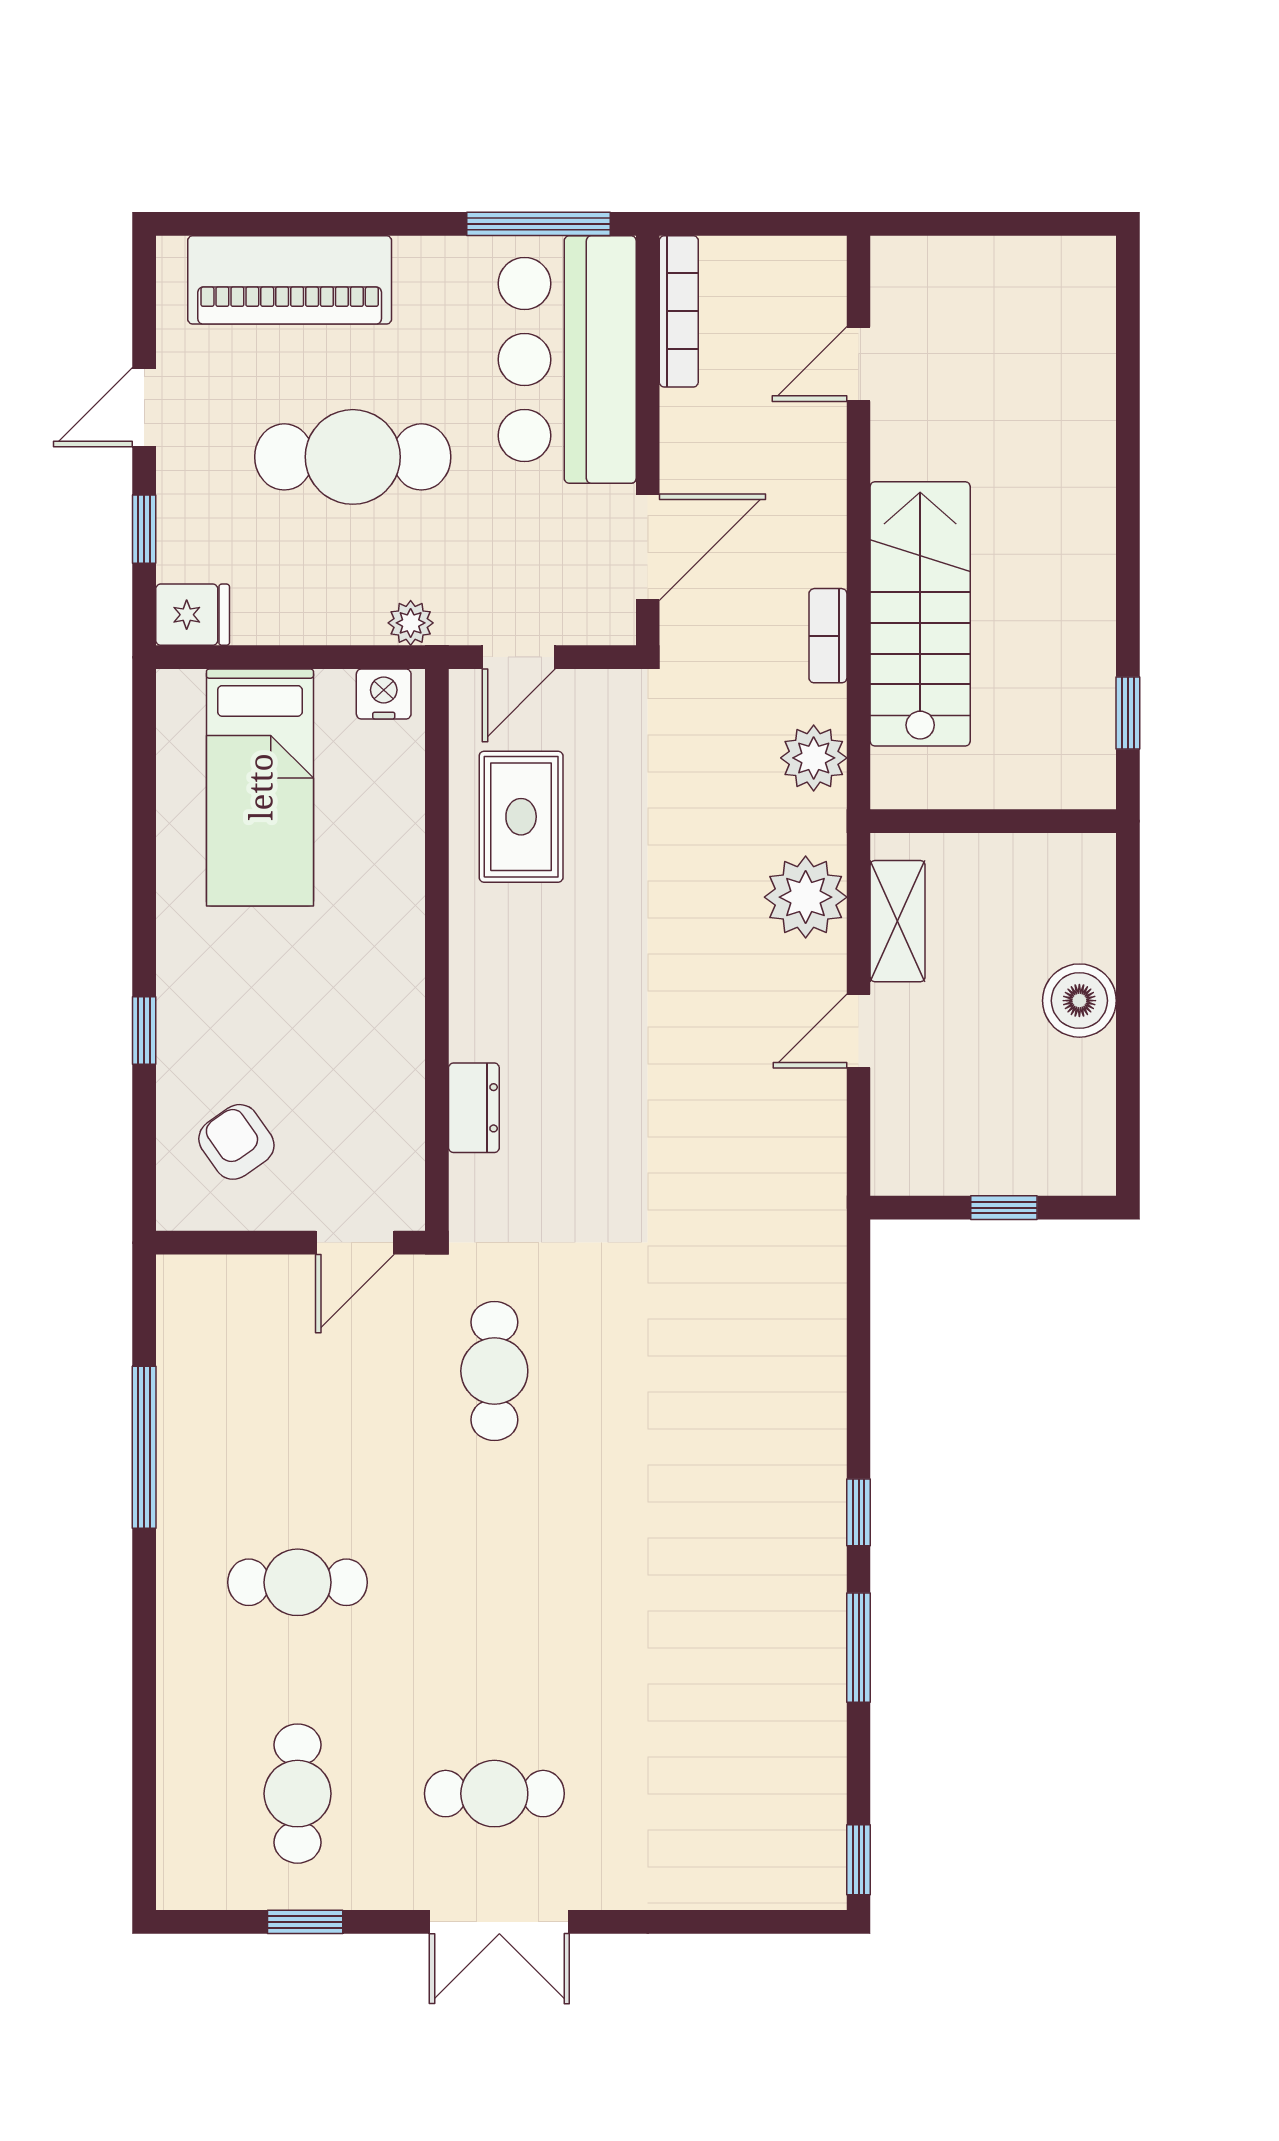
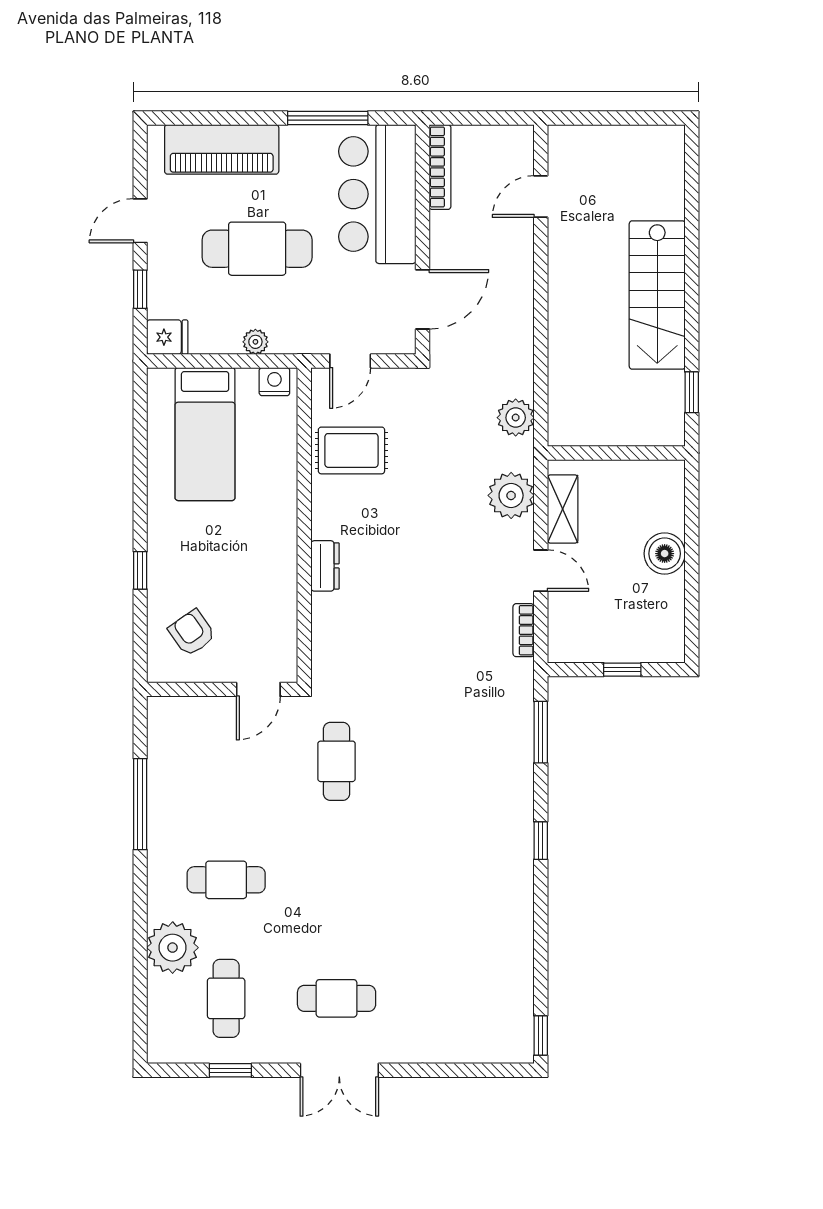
window: (539, 224) -> (328, 118), moved
stairs: (920, 614) -> (657, 295), moved, turned 180
plant: (411, 623) -> (255, 342), moved
bookcase: (828, 636) -> (524, 630), moved
rug: (521, 817) -> (351, 450), turned 90
door: (859, 1031) -> (541, 571), swing flipped
dresser: (474, 1108) -> (325, 566), moved
window: (859, 1648) -> (541, 732), moved
plant: (202, 1703) -> (173, 948), added

